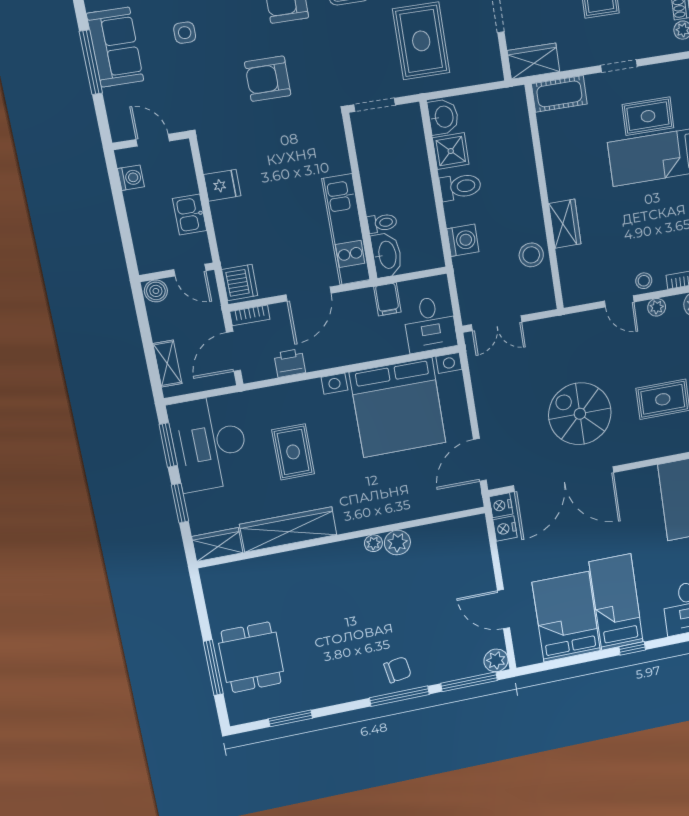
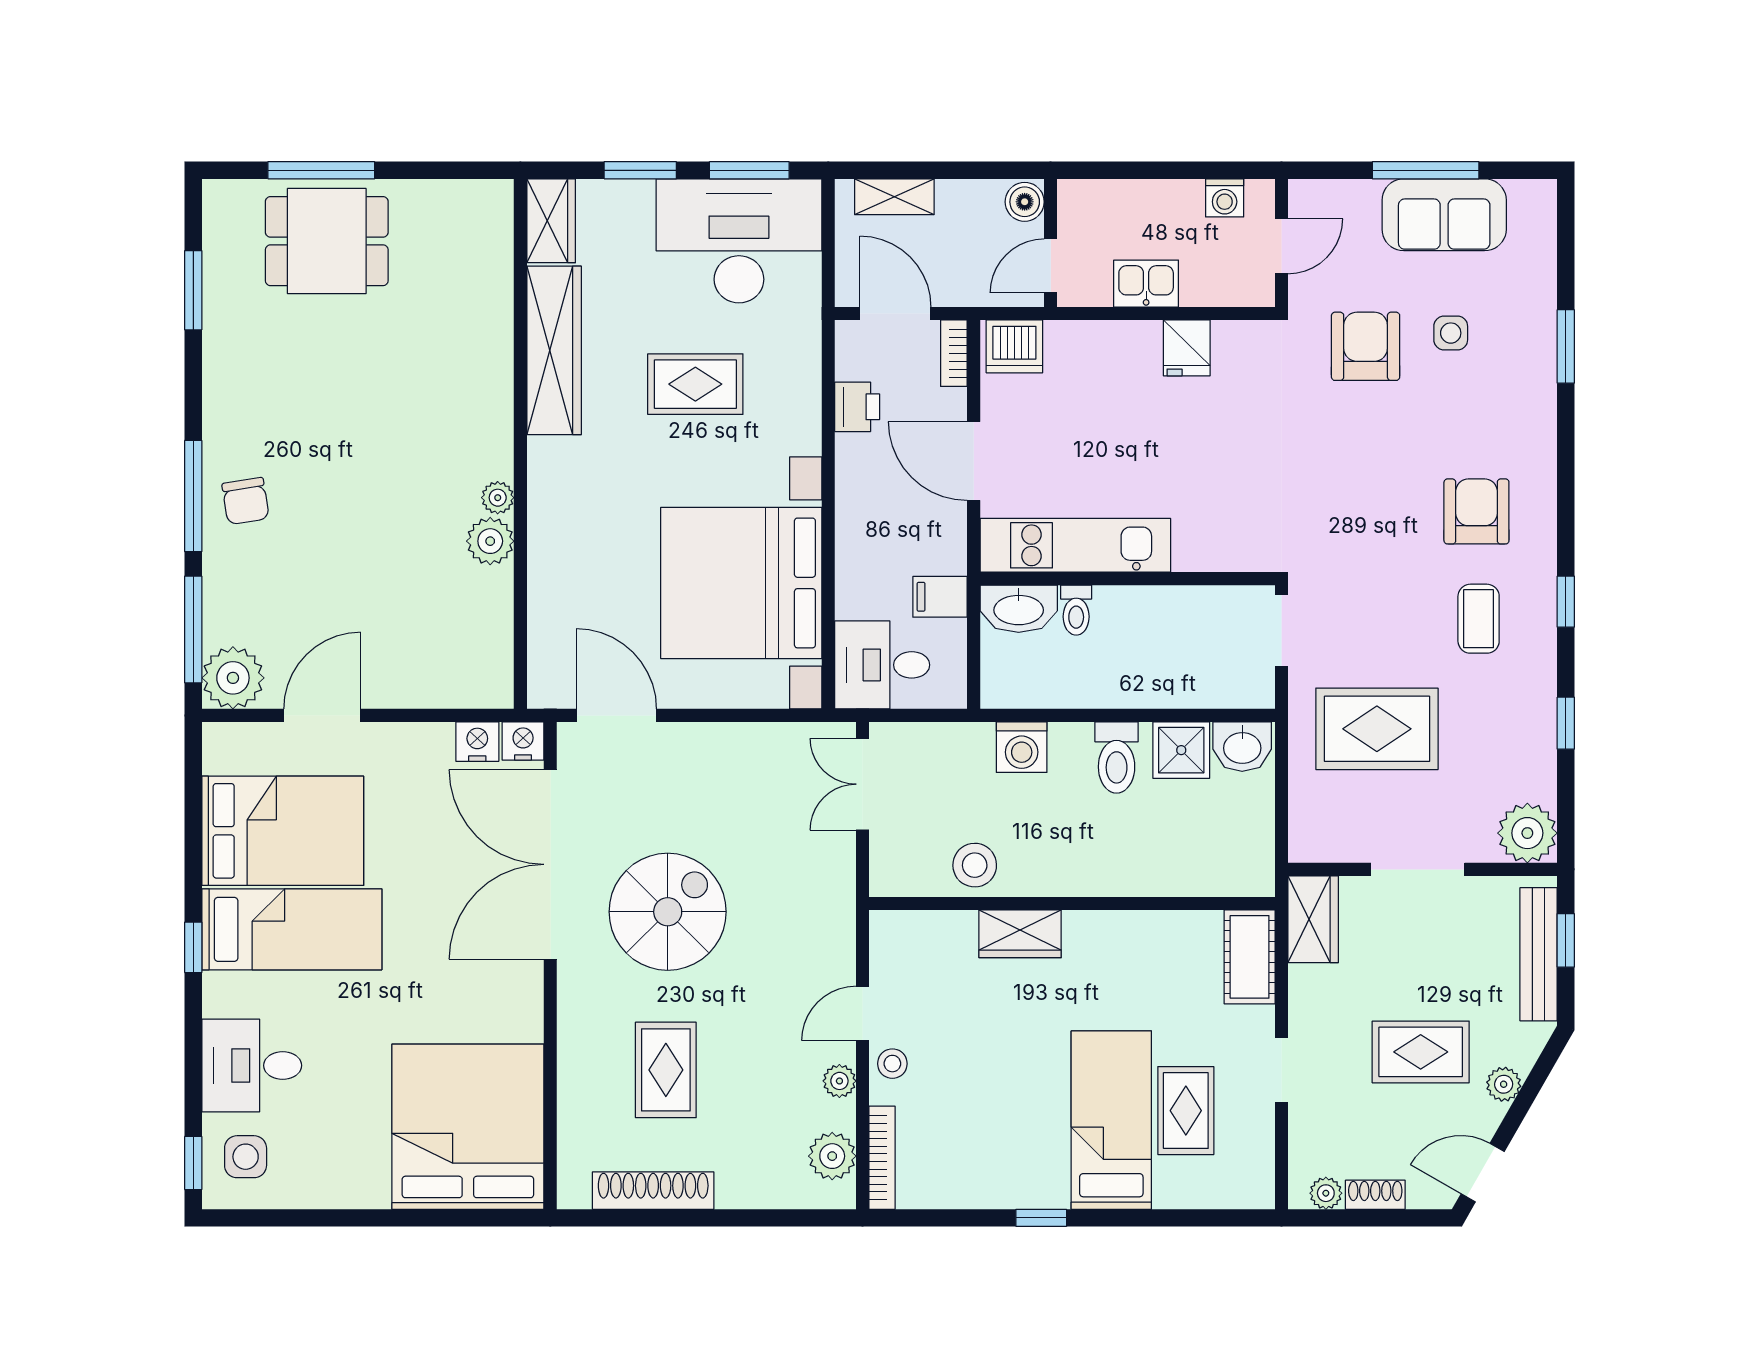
armchair: (268, 79) -> (1366, 346), moved
plant: (496, 660) -> (233, 678), width x1.36, depth x1.36

